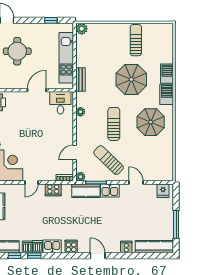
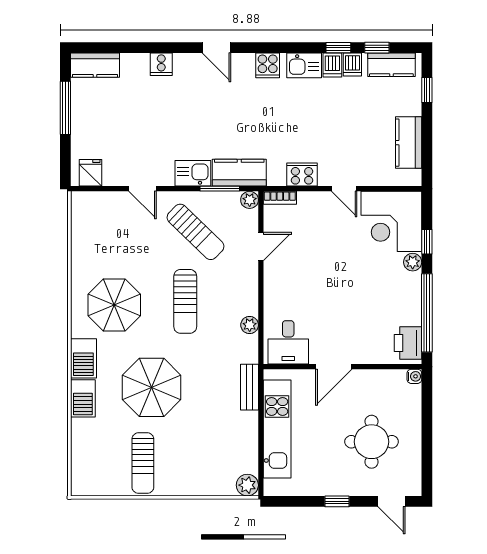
window: (51, 20) -> (337, 501), moved
door: (31, 182) -> (344, 189), swing flipped
kitchen counter: (154, 247) -> (95, 65), width x0.67

